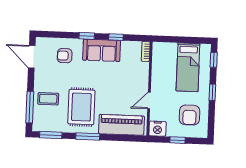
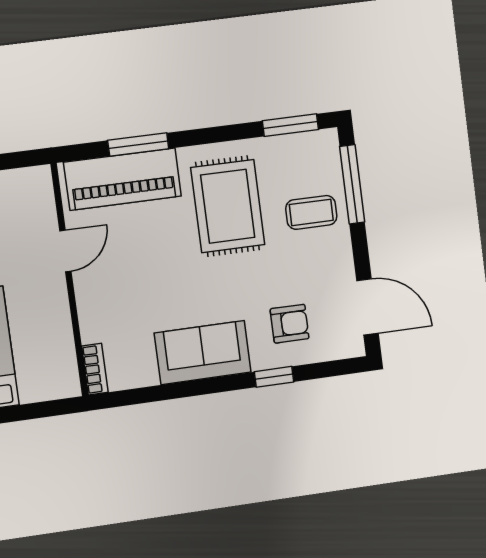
window: (87, 36) -> (274, 377), moved
window: (116, 37) -> (173, 391), removed
nightstand: (157, 129) -> (32, 185), removed
window: (88, 136) -> (138, 145), moved

